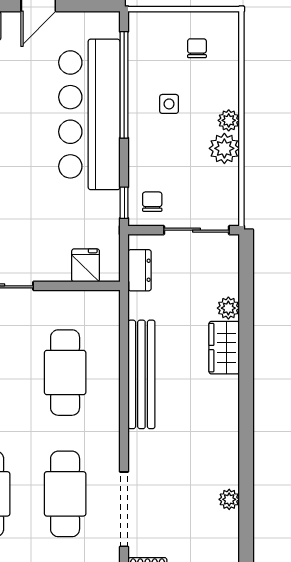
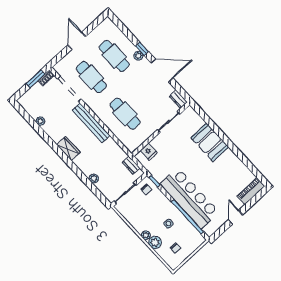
plant: (224, 148) -> (155, 242), moved
wardrobe: (224, 348) -> (68, 149), moved
bench: (141, 374) -> (91, 123), moved

